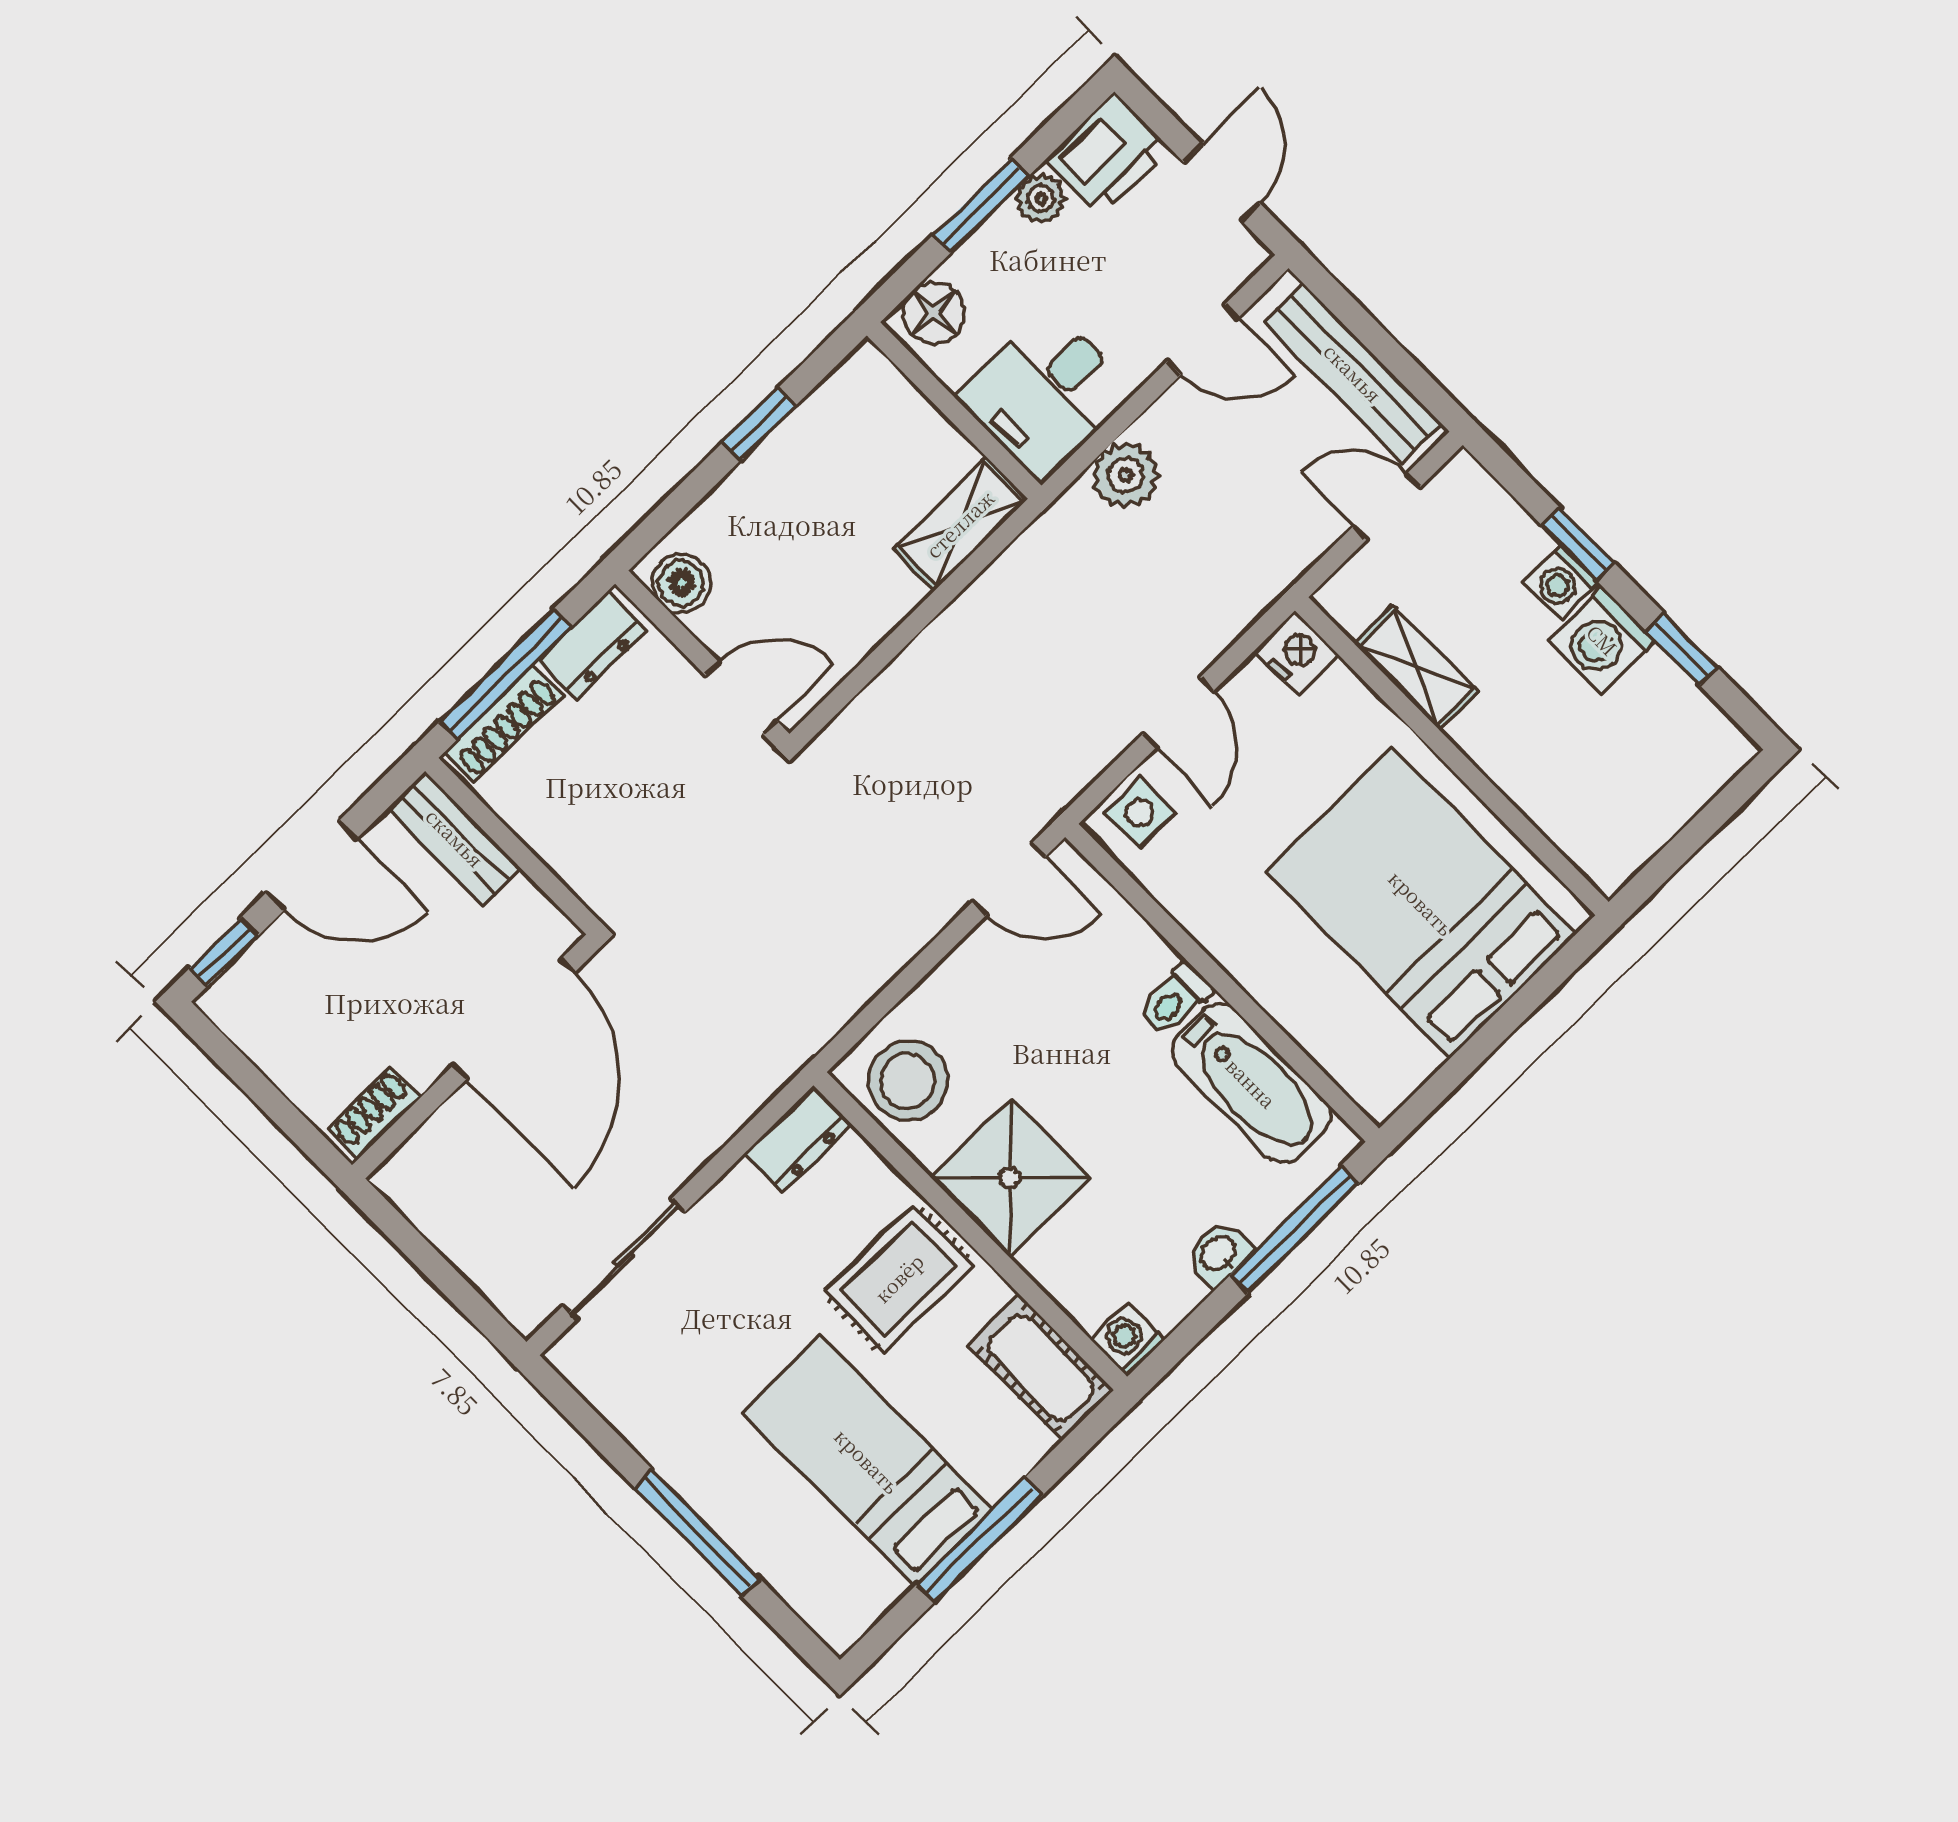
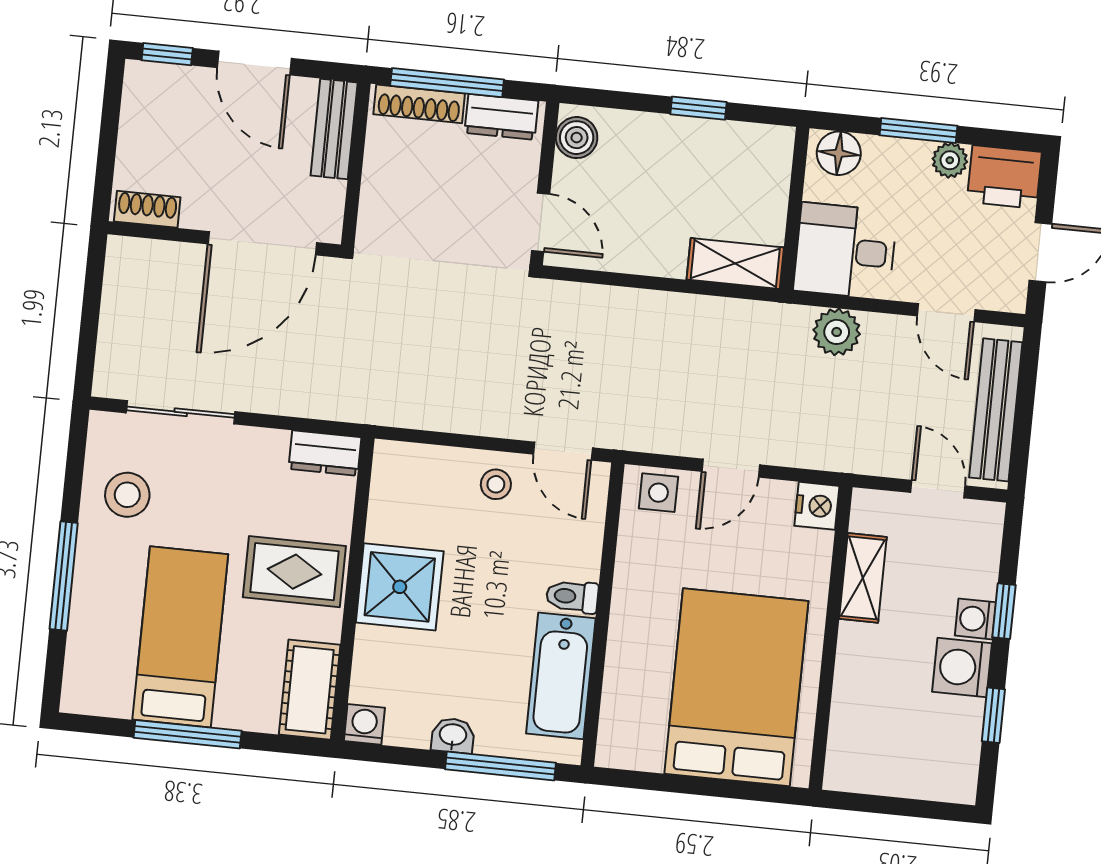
stool: (908, 1081) -> (496, 484), moved, width x0.53, depth x0.53
stool: (666, 1391) -> (127, 495), added

